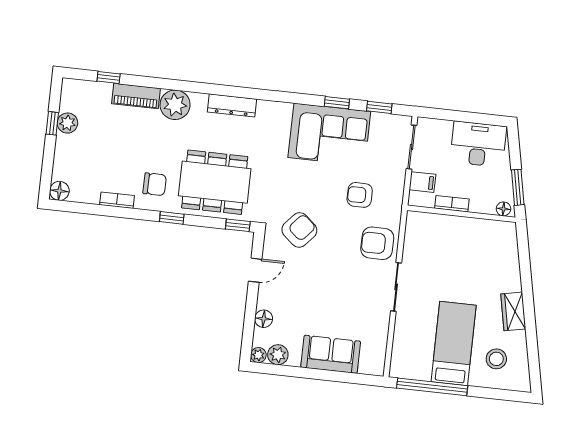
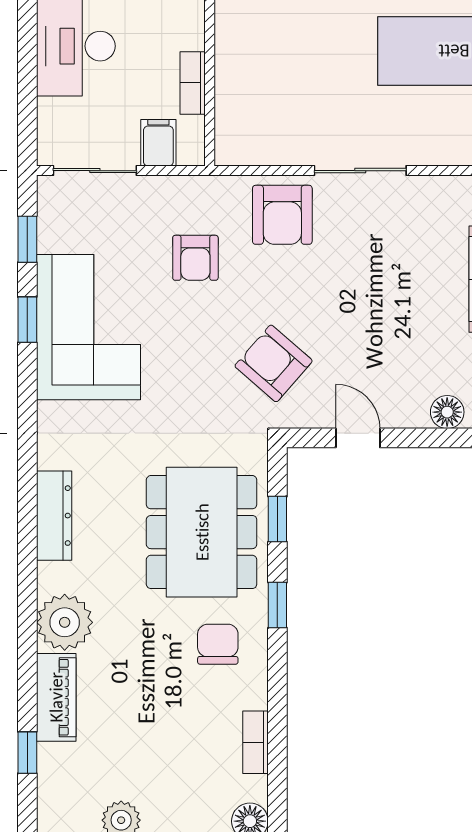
bookcase: (117, 200) -> (256, 742), moved
window: (238, 225) -> (277, 519), moved

